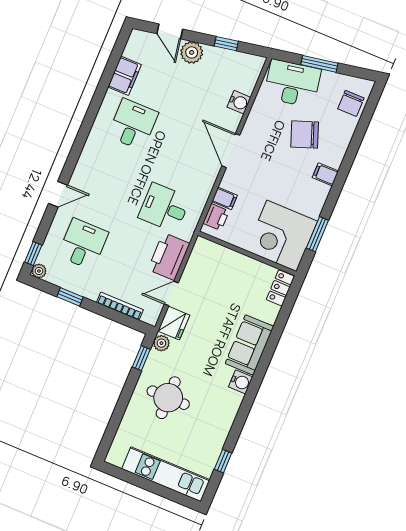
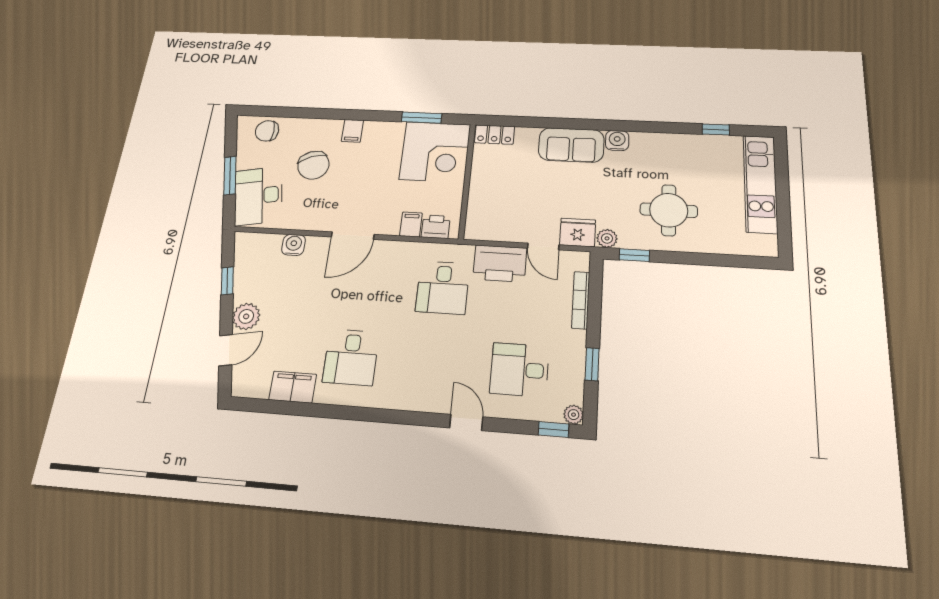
chair: (351, 103) -> (267, 131), turned 180
desk: (133, 124) -> (351, 357), turned -90

